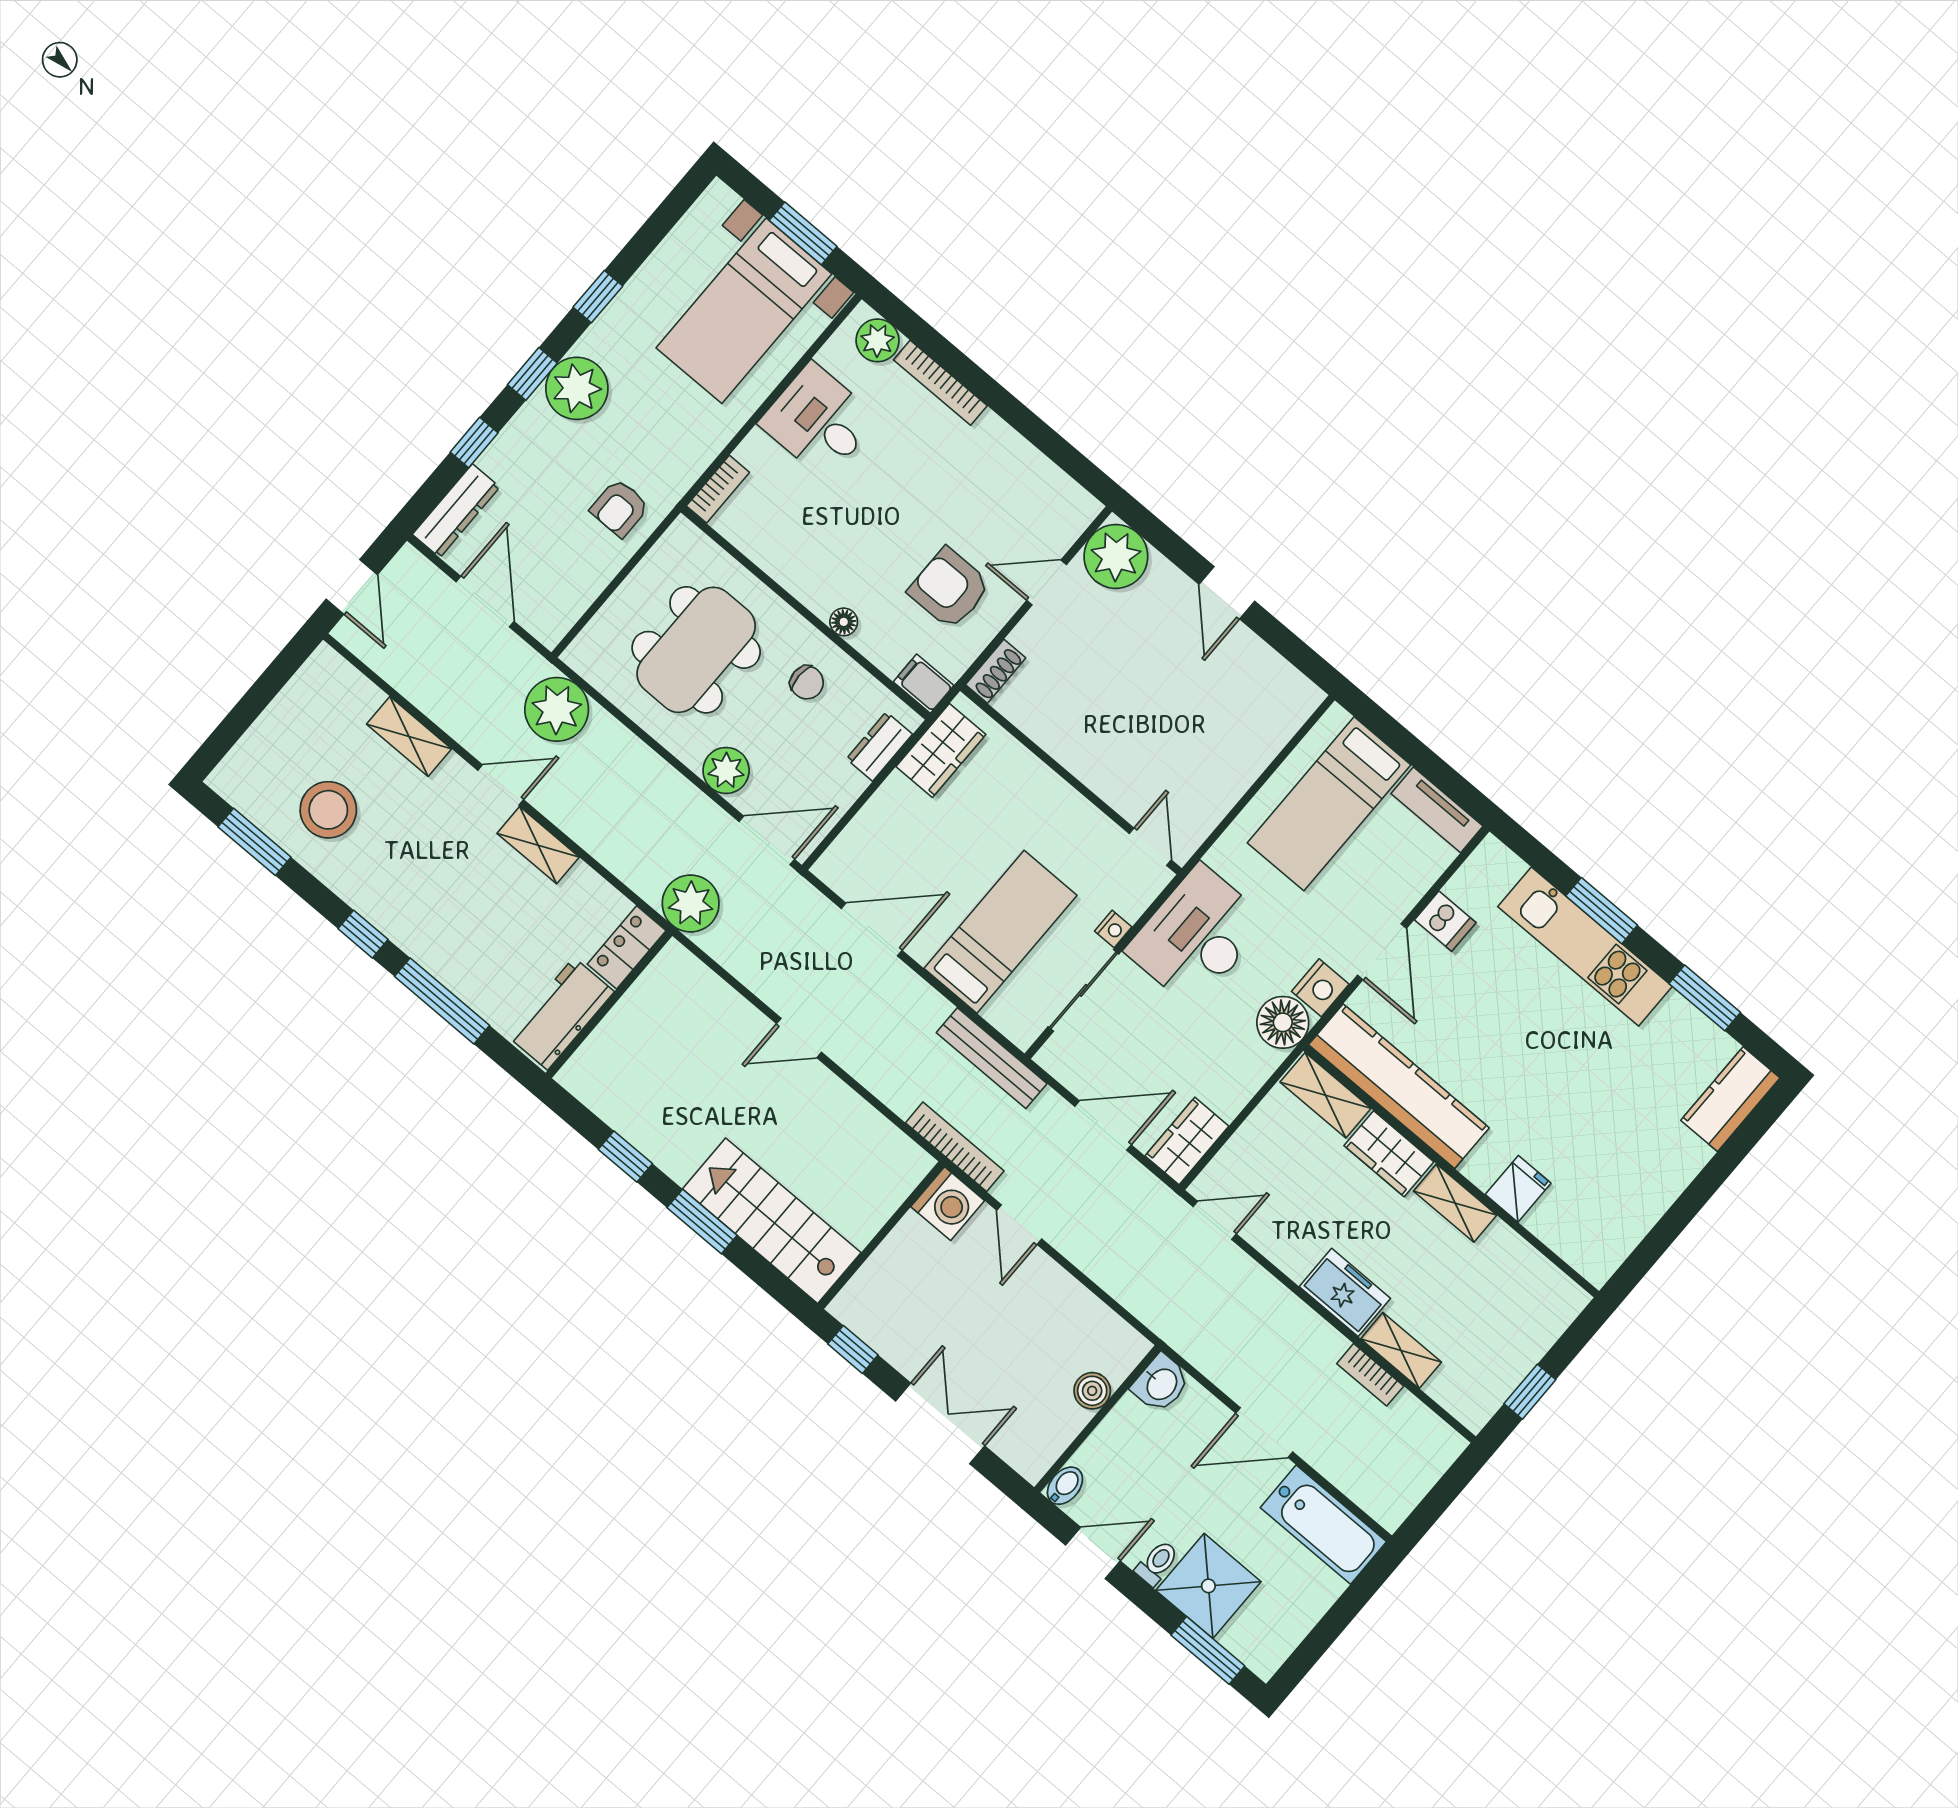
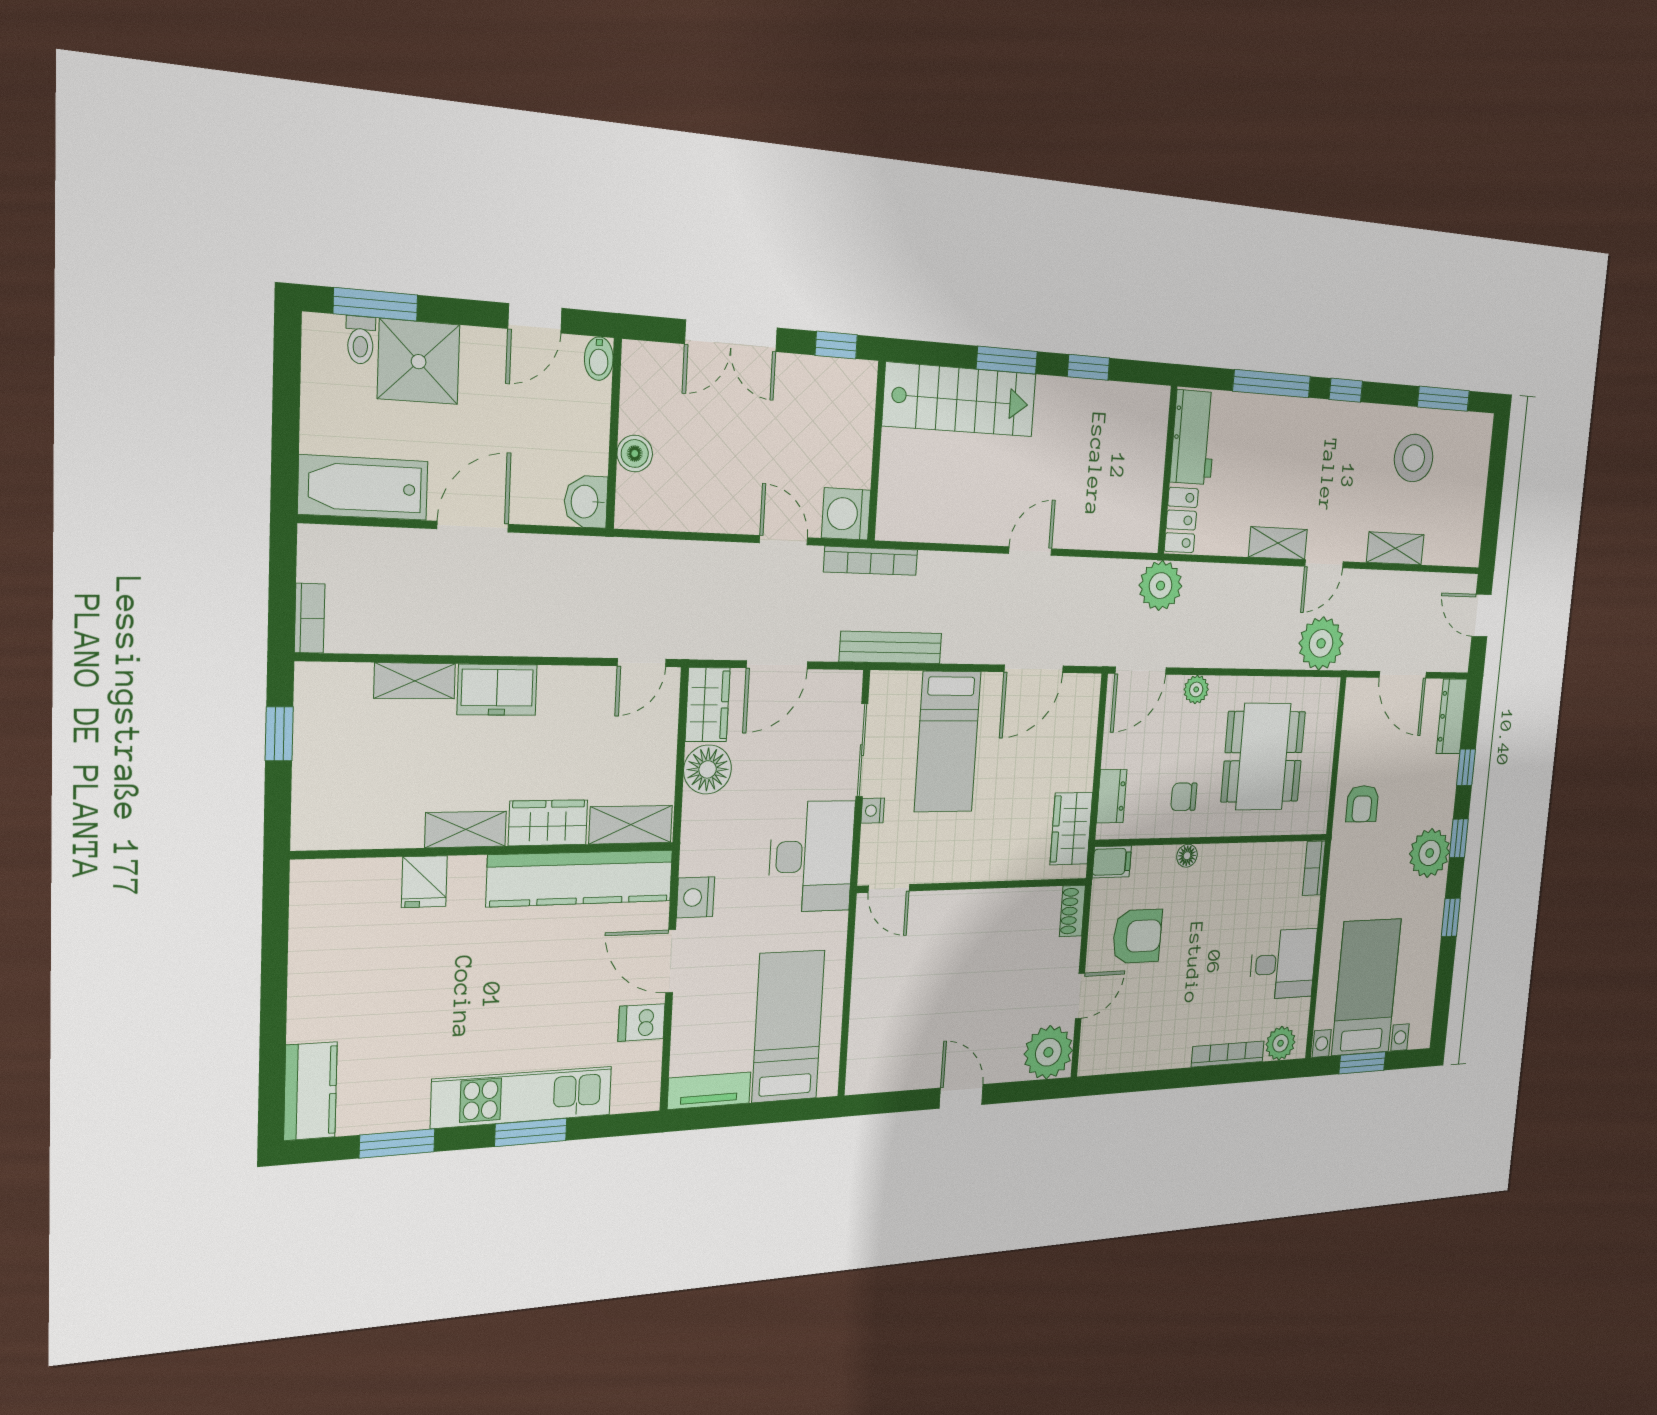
armchair: (620, 508) -> (1362, 804), turned 180
plant: (726, 770) -> (1196, 689), width x0.73, depth x0.73
floor lamp: (1283, 1022) -> (708, 769), moved
bookcase: (1370, 1375) -> (310, 618), moved, turned 90
toilet: (1157, 1563) -> (360, 340), moved

